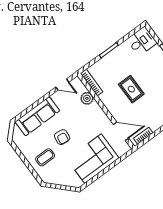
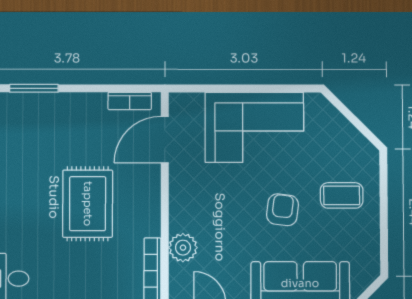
rug: (131, 89) -> (88, 204), width x1.36, depth x1.43
door: (121, 131) -> (165, 140), hinge flipped

